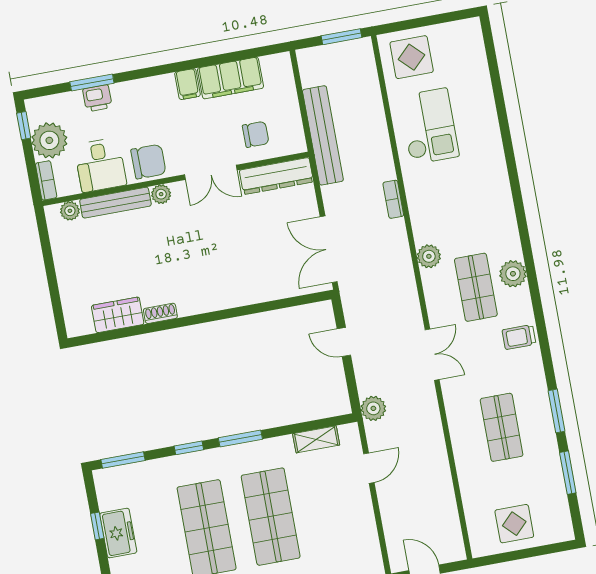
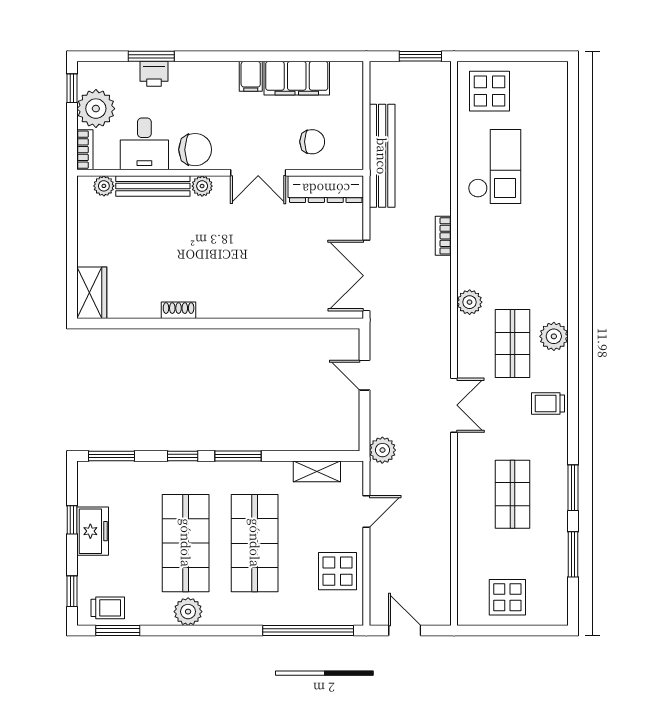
wardrobe: (118, 315) -> (92, 293), moved, turned 90
display table: (352, 528) -> (338, 571), added

